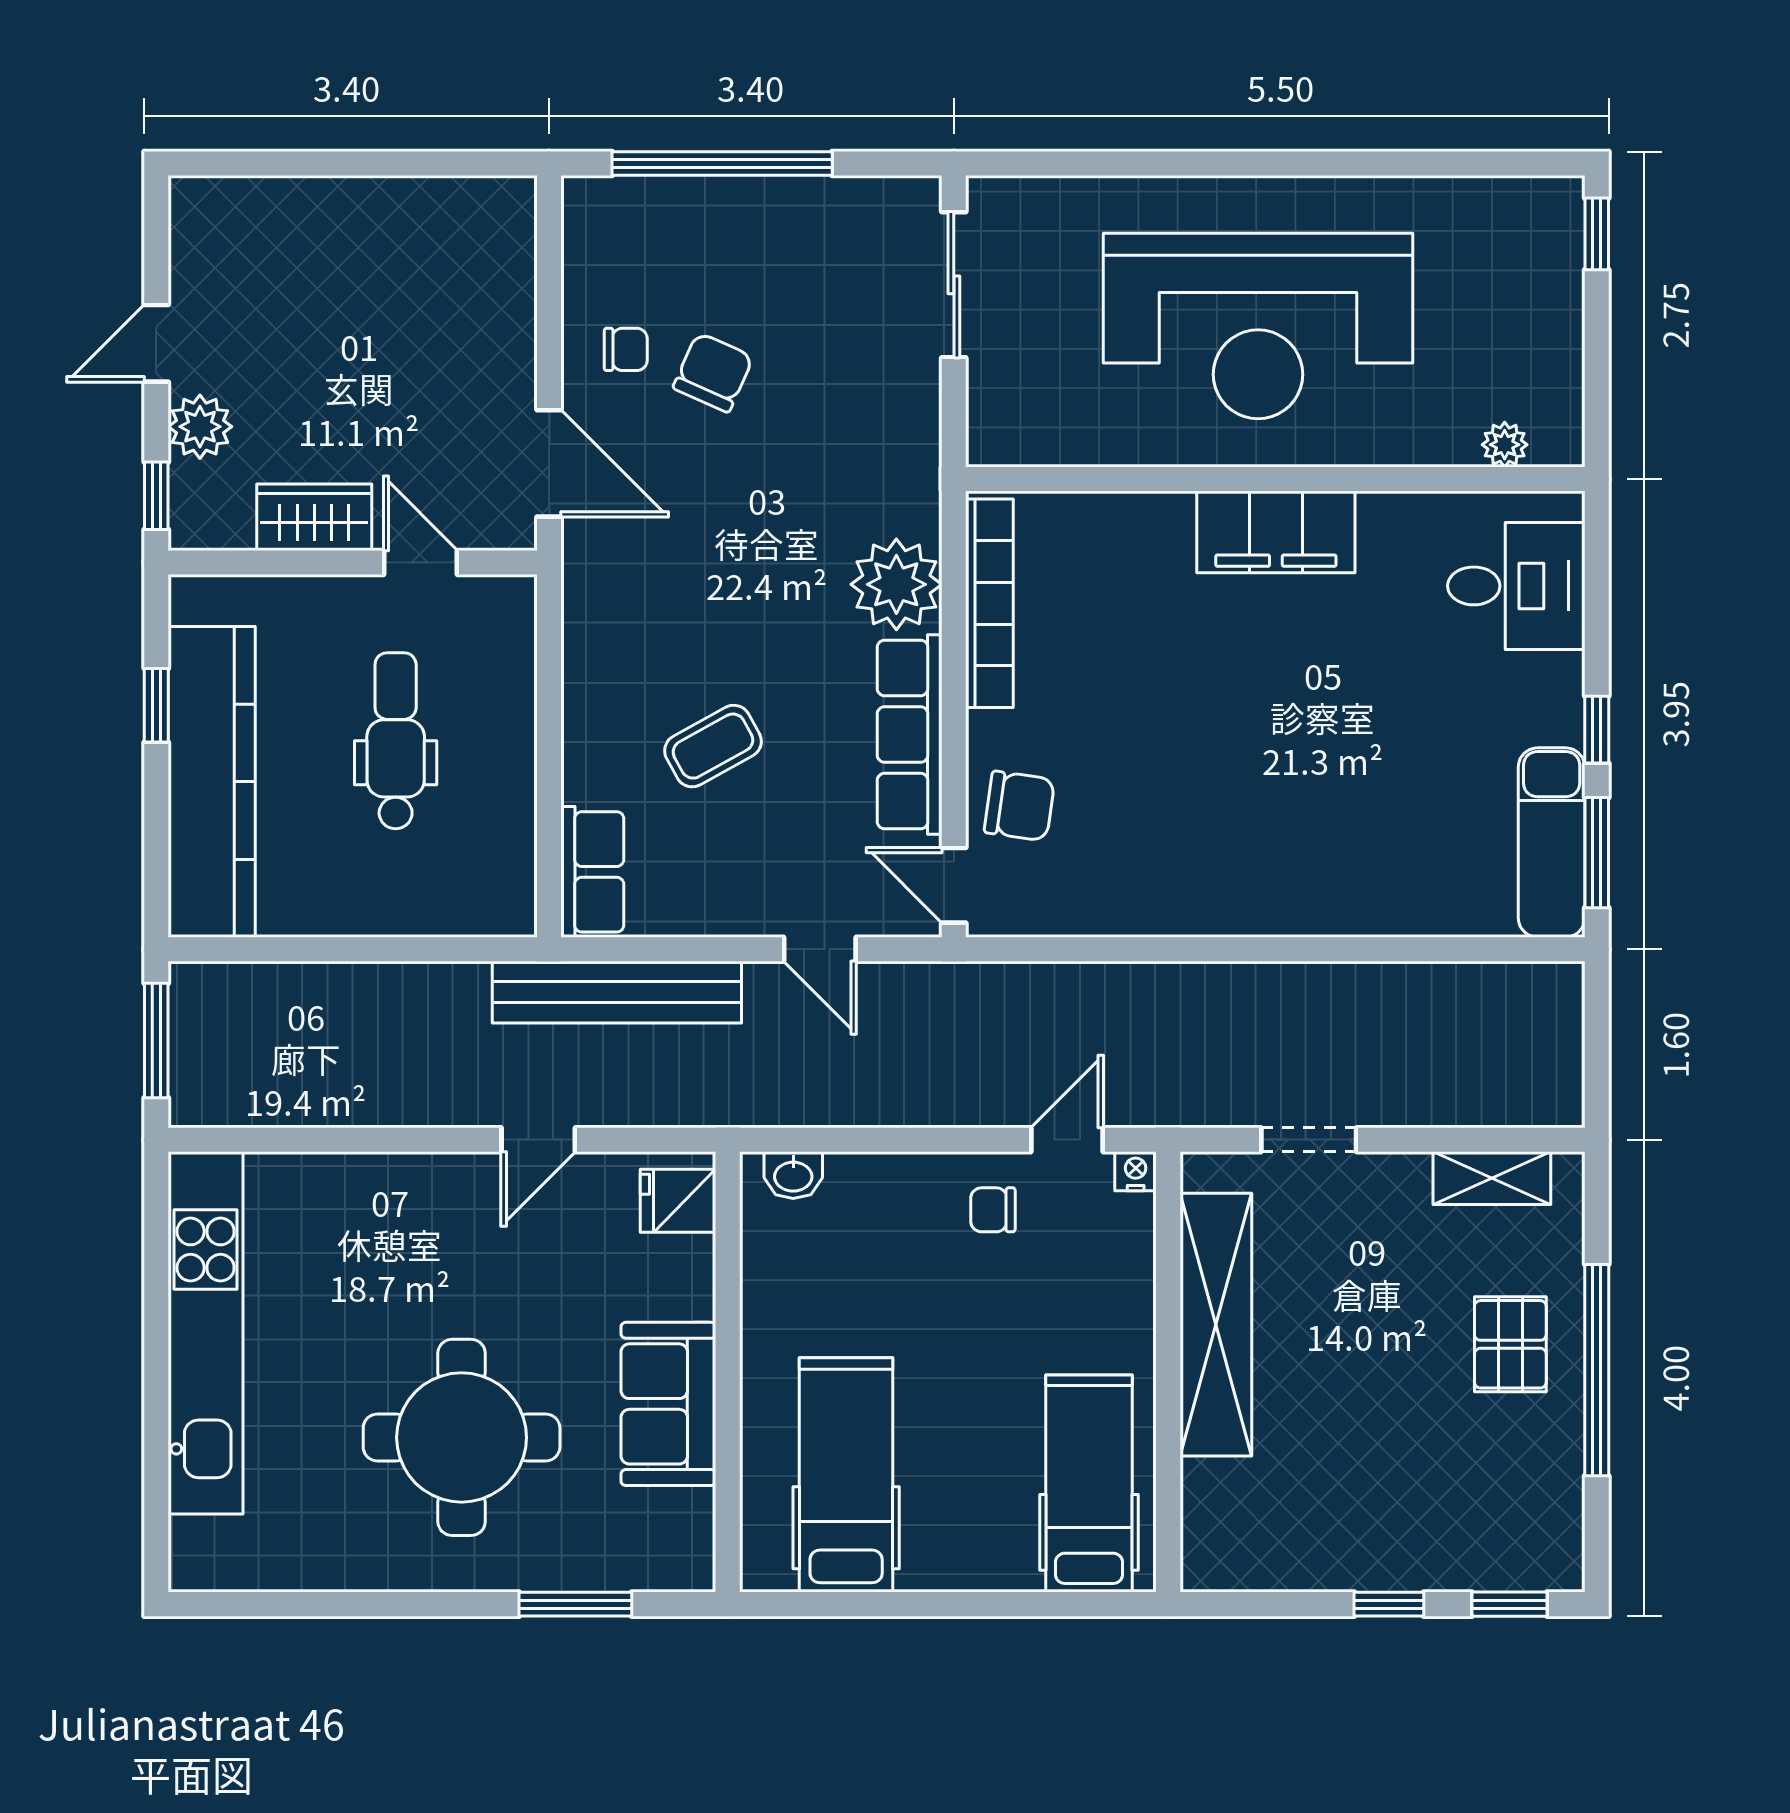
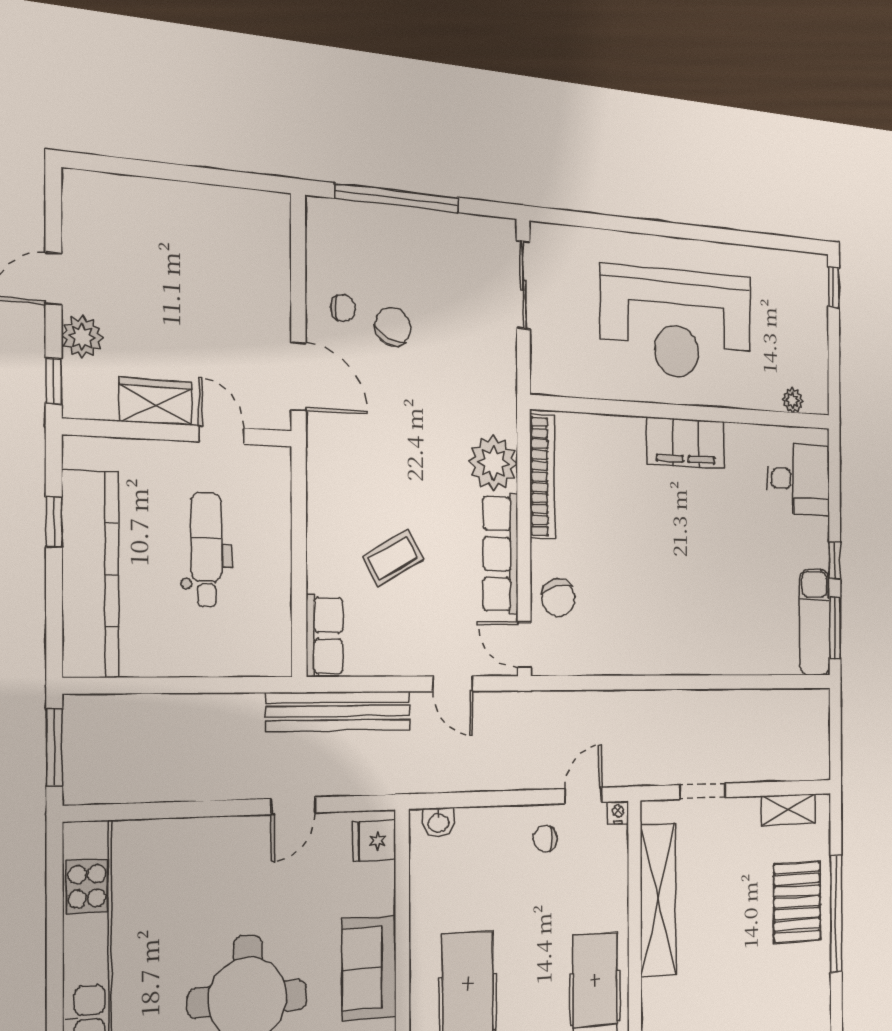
chair: (1019, 806) -> (558, 598), turned 70
pallet: (1510, 1344) -> (797, 902), width x1.50, depth x1.42

